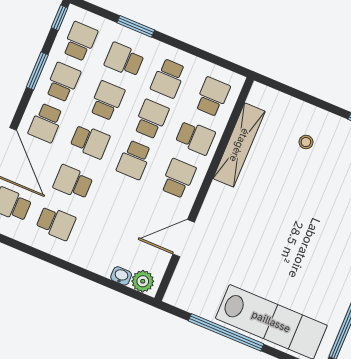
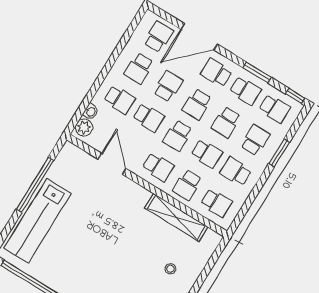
school desk: (107, 101) -> (226, 122), turned 90
school desk: (134, 160) -> (178, 136), turned -90
school desk: (117, 201) -> (149, 118), added
school desk: (100, 241) -> (120, 100), added

